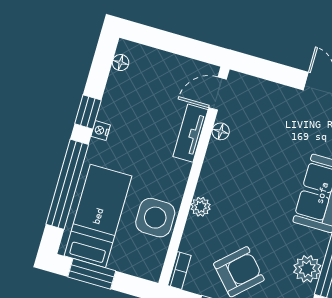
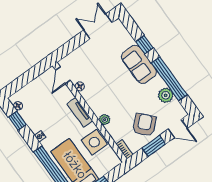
window: (88, 112) -> (17, 121), moved
tv unit: (190, 133) -> (80, 112), moved

